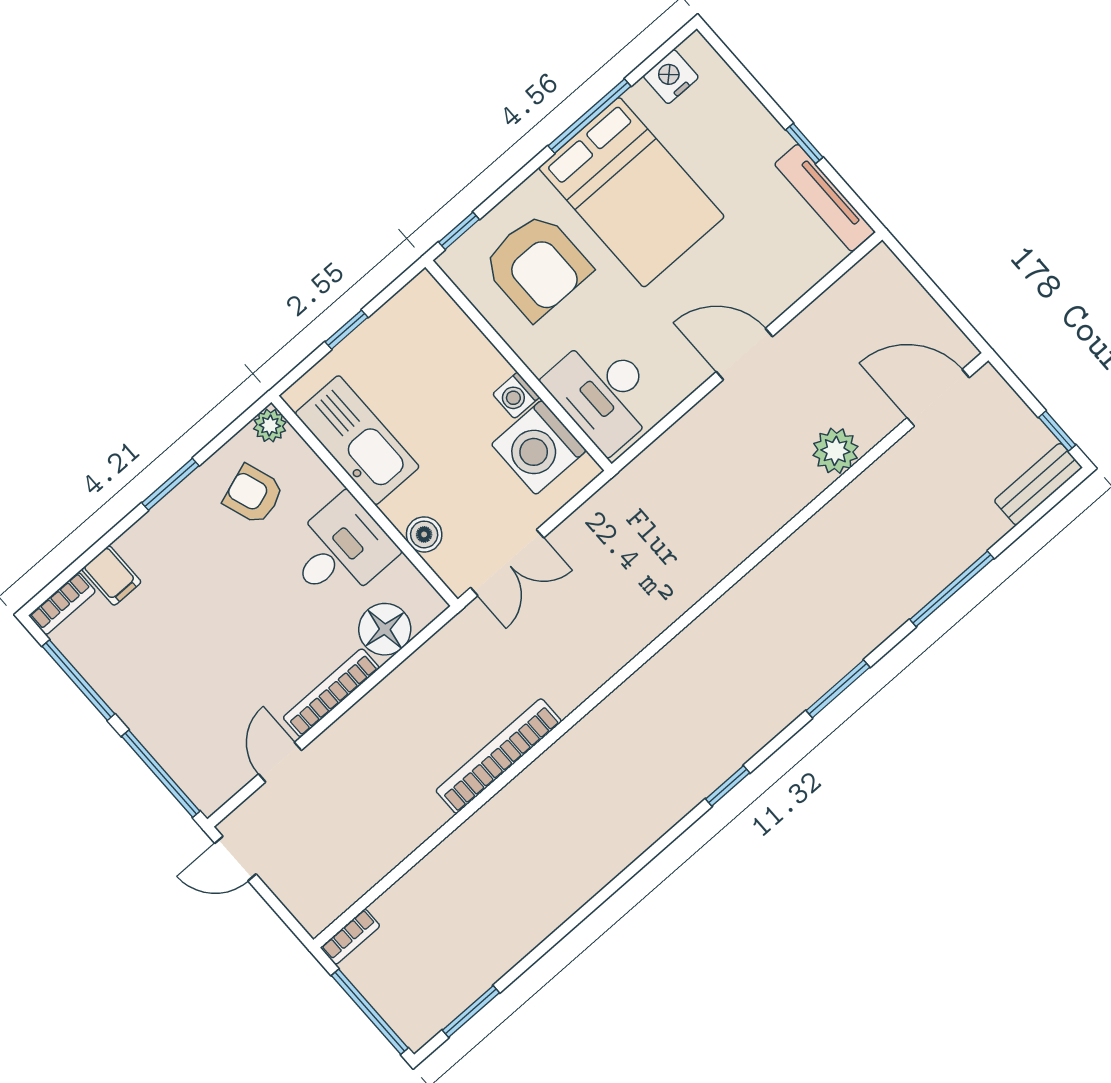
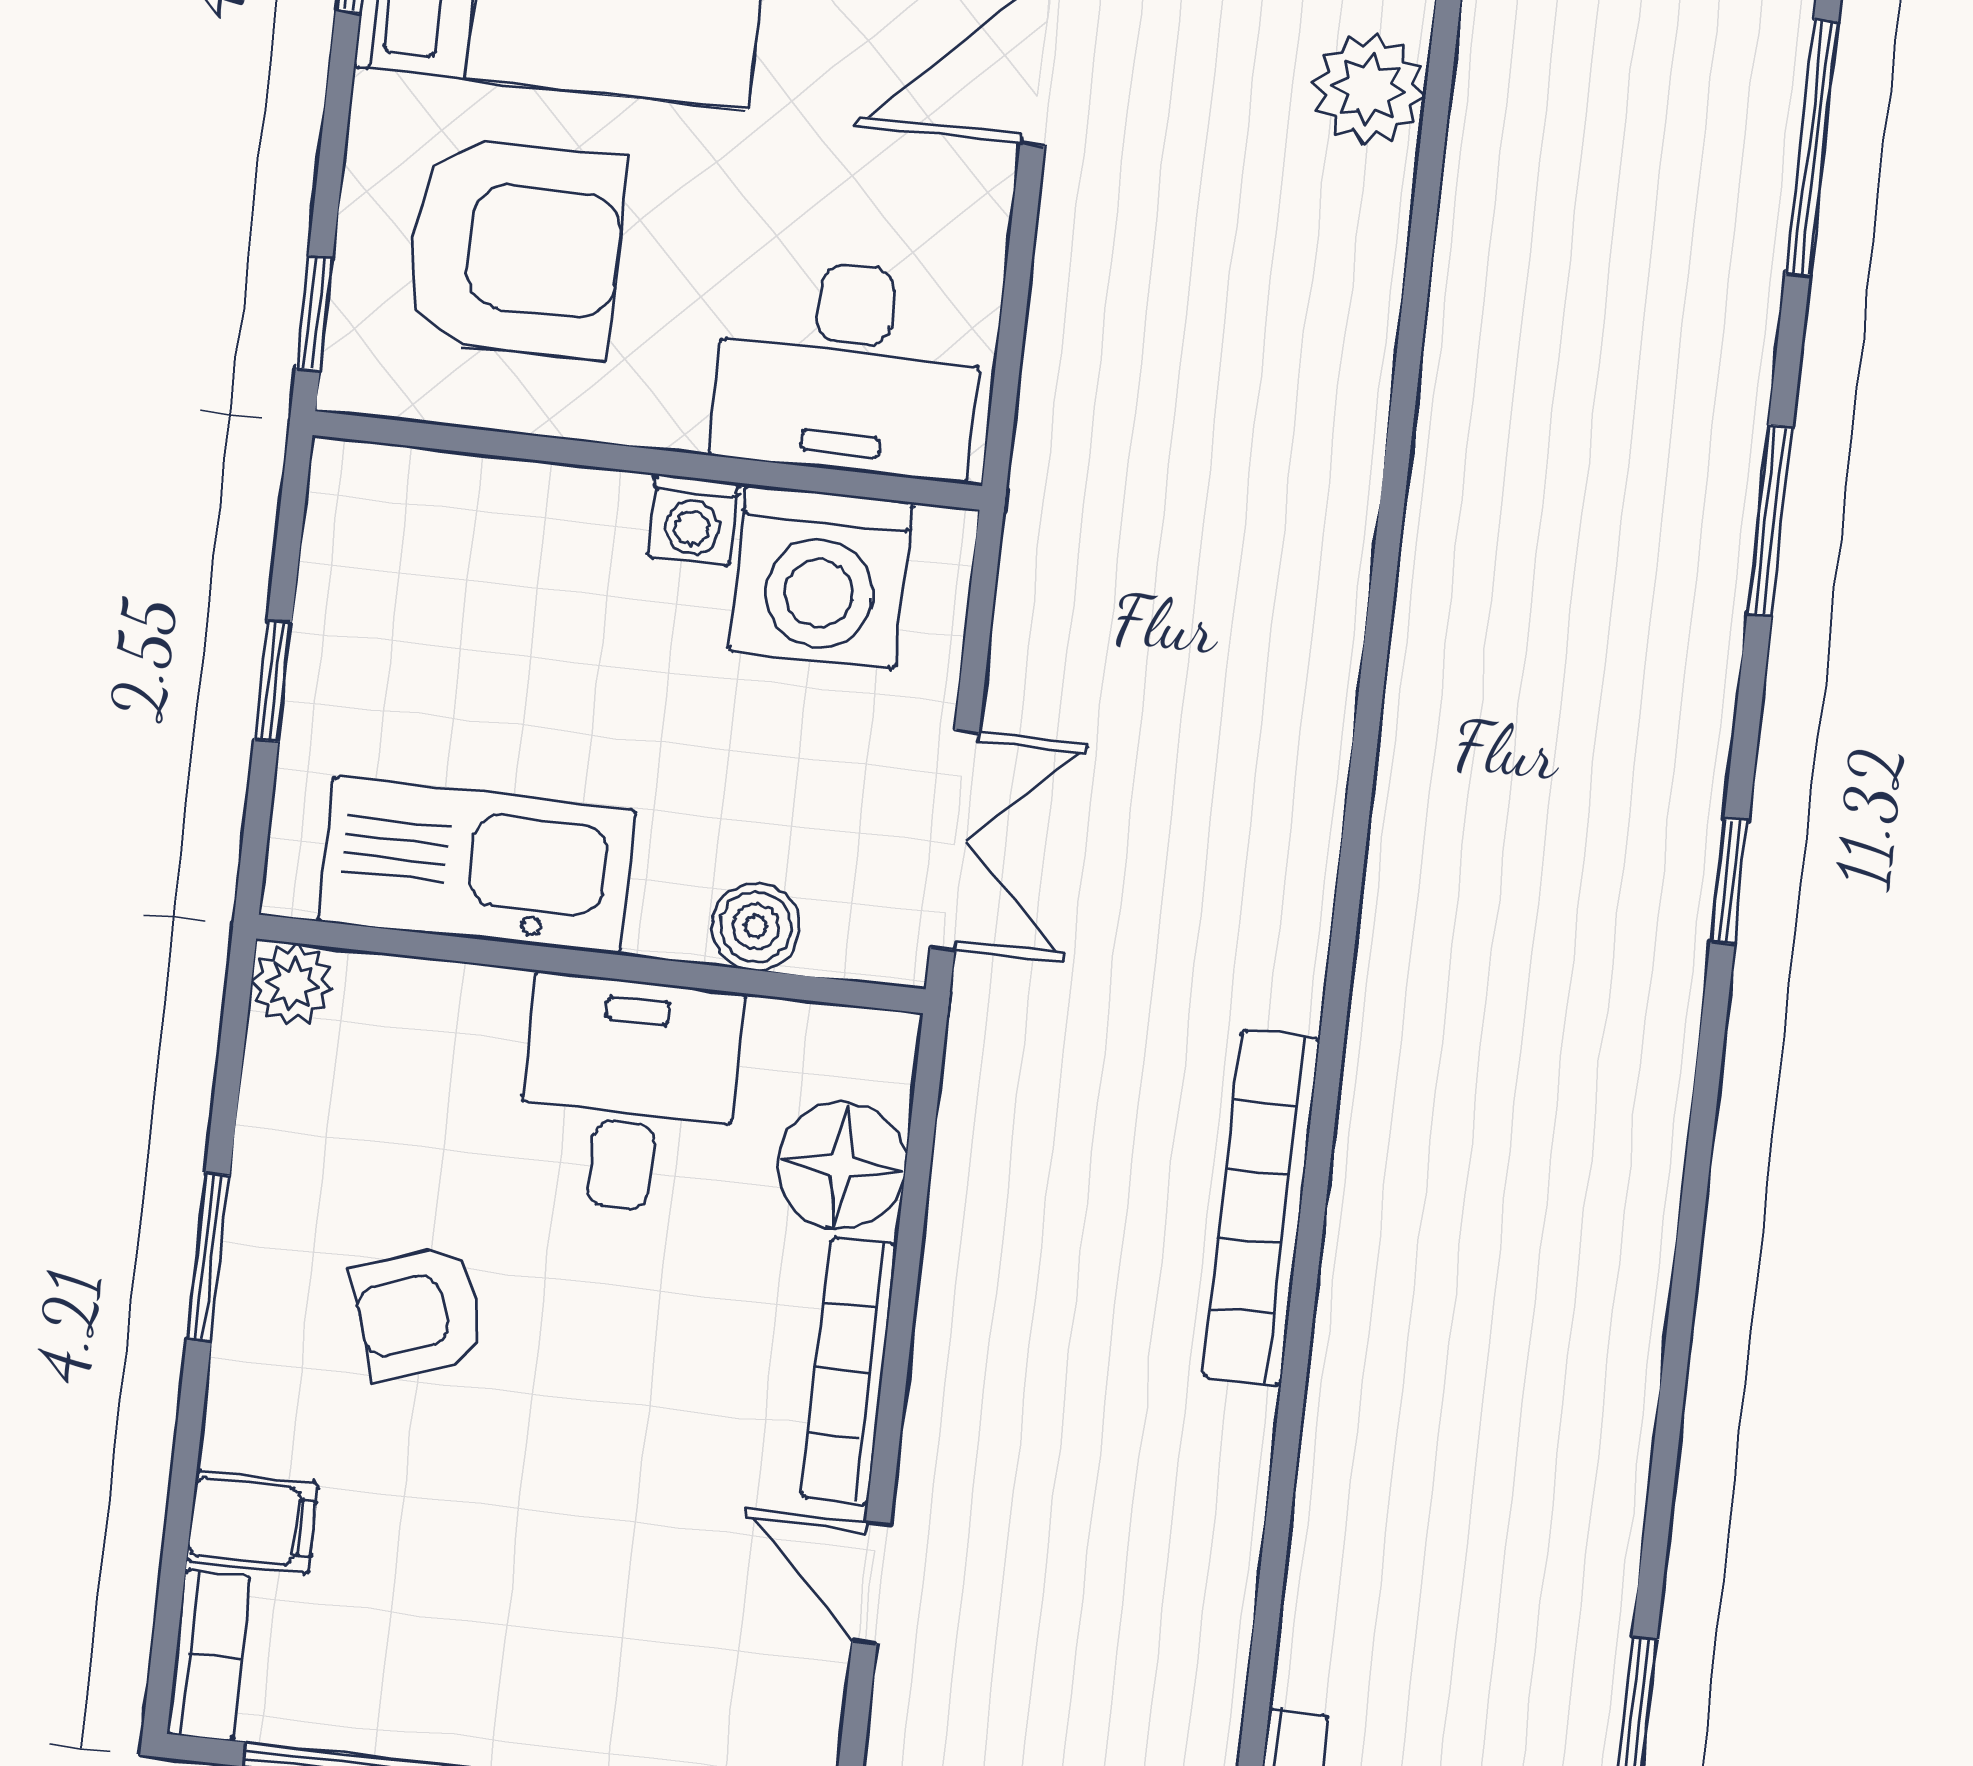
armchair: (253, 494) -> (419, 1312), moved

